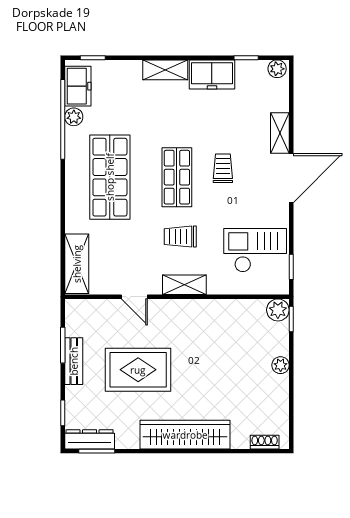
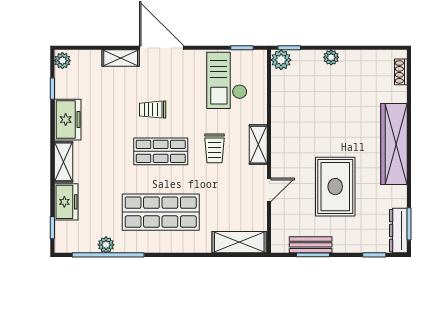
freezer: (78, 86) -> (66, 202), moved, turned 90
bench: (74, 361) -> (311, 245), moved

